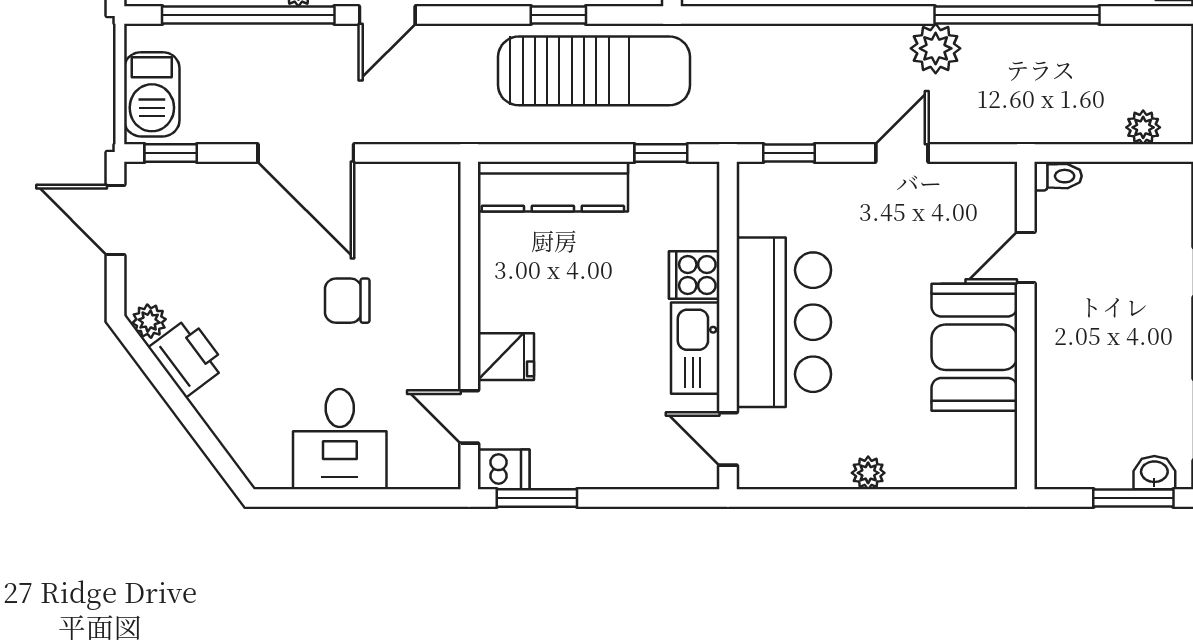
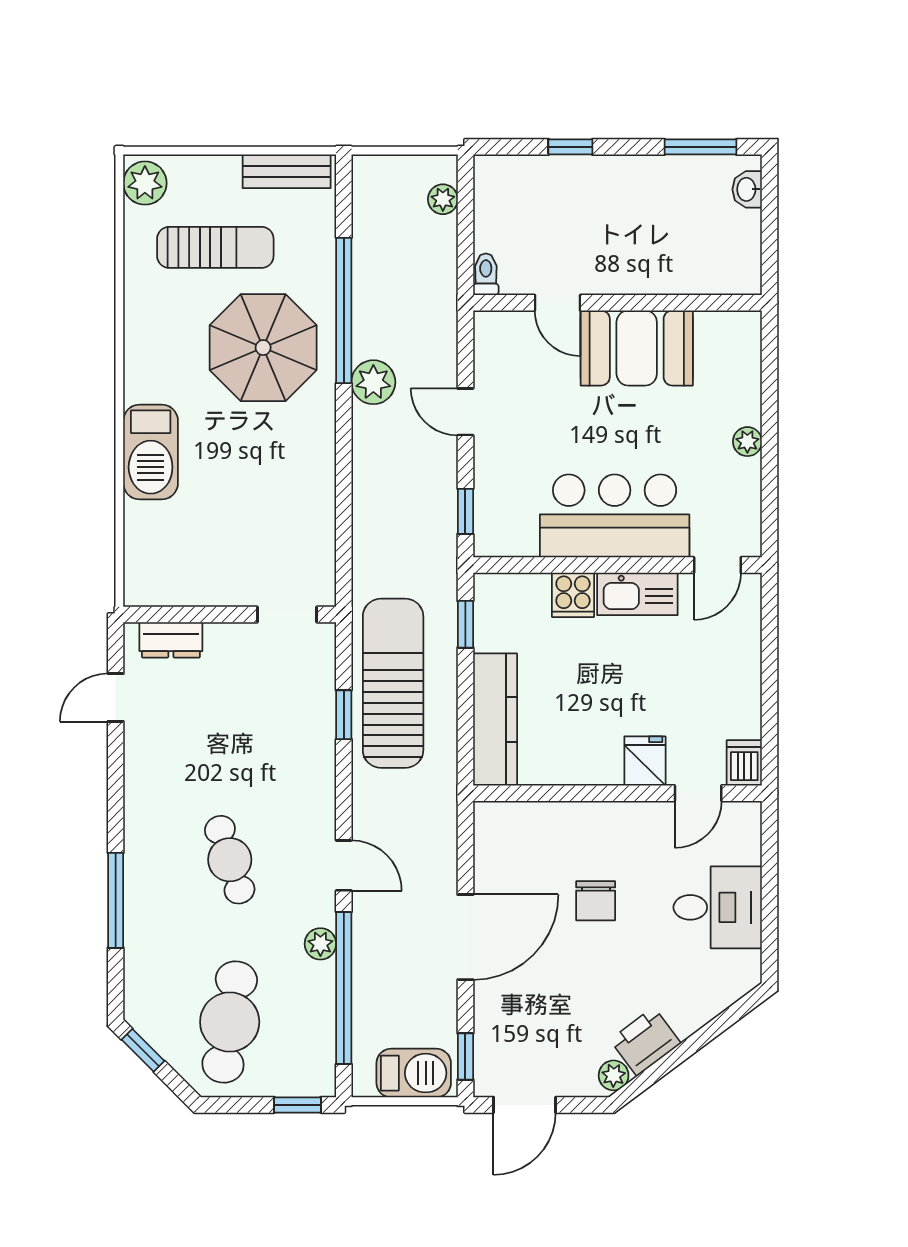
window: (537, 498) -> (770, 734), removed
window: (1133, 498) -> (770, 208), removed

